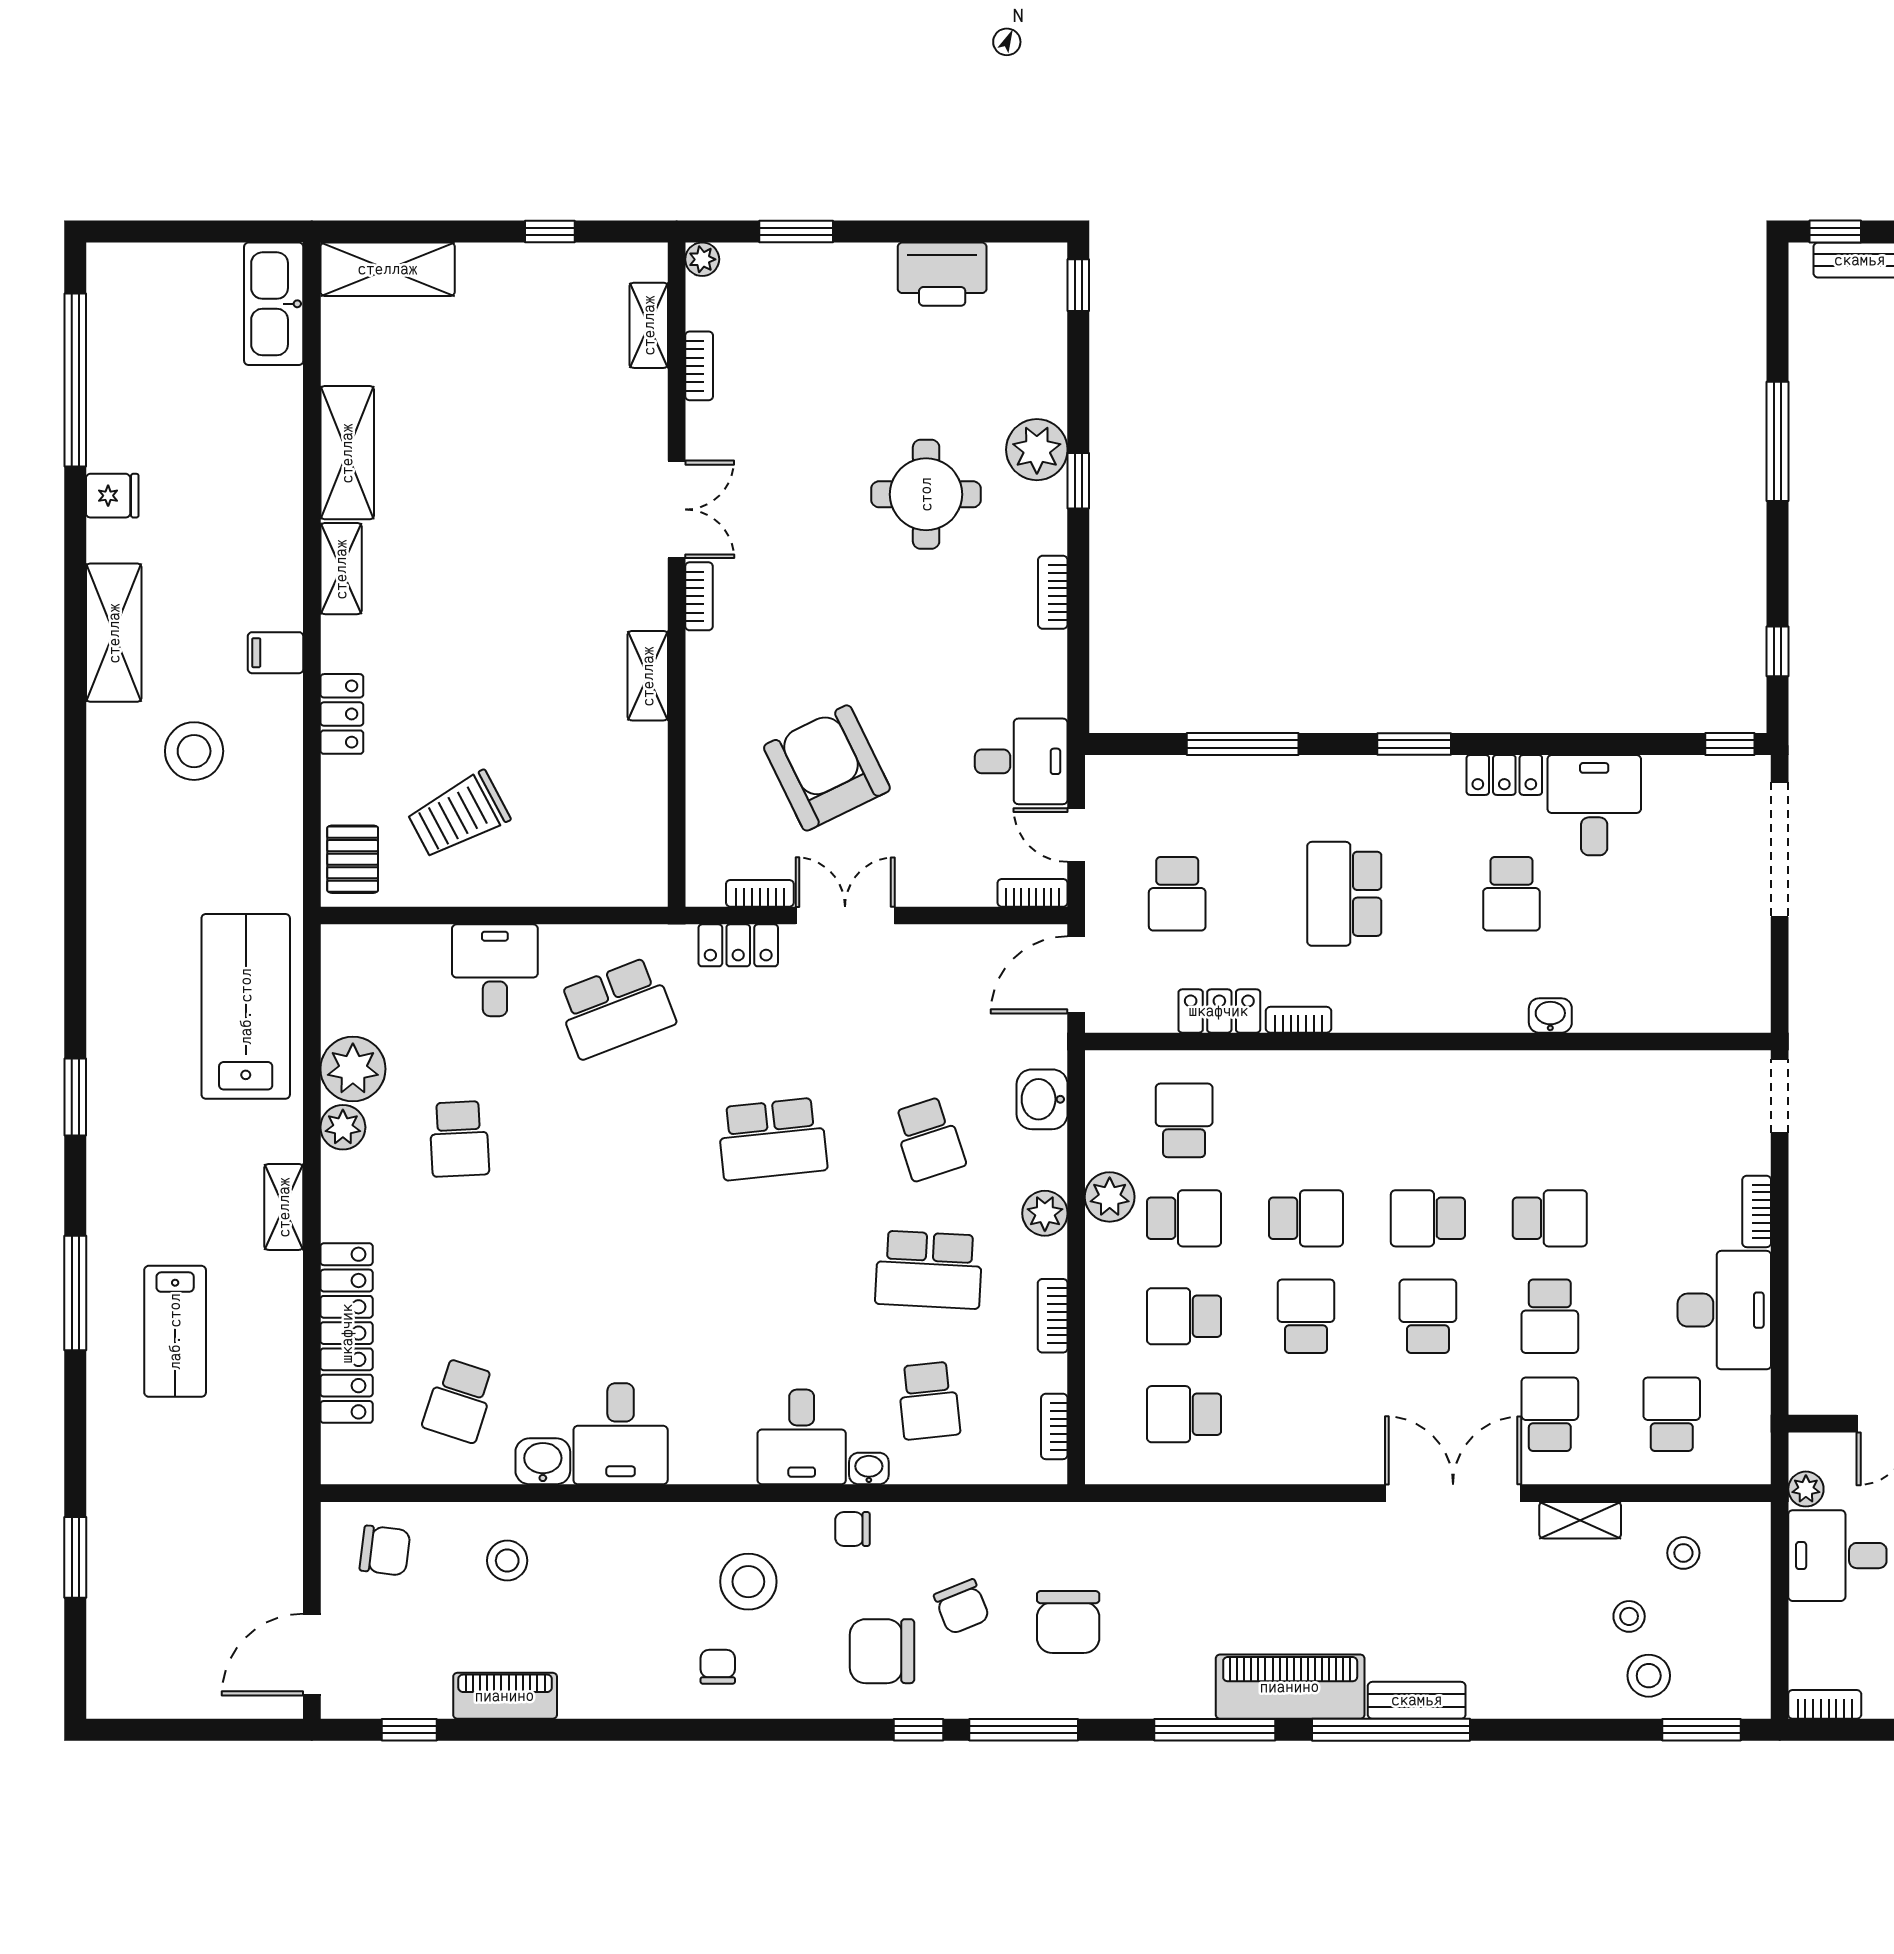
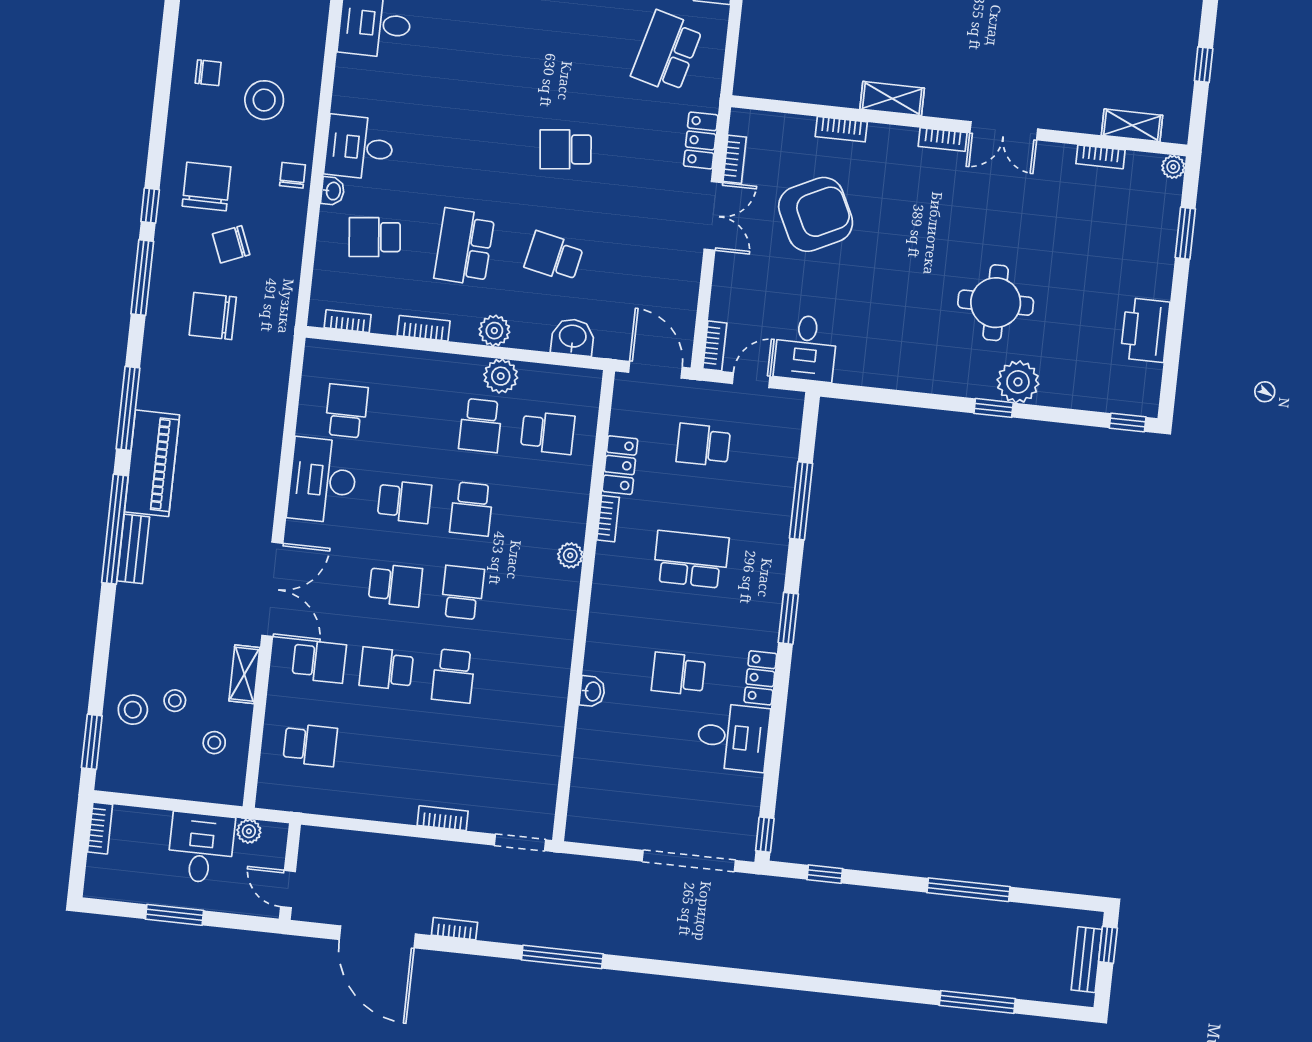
bookcase: (1053, 592) -> (841, 129), moved, turned 180
school desk: (616, 1008) -> (667, 52), turned 36
plant: (1357, 1069) -> (570, 555), added
school desk: (772, 1139) -> (566, 149), width x0.54
school desk: (929, 1139) -> (554, 257), turned 30
desk: (1724, 1310) -> (323, 480), moved, turned 90
school desk: (1184, 1316) -> (413, 418), removed

